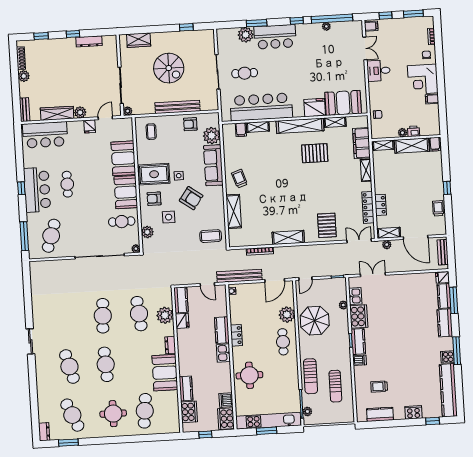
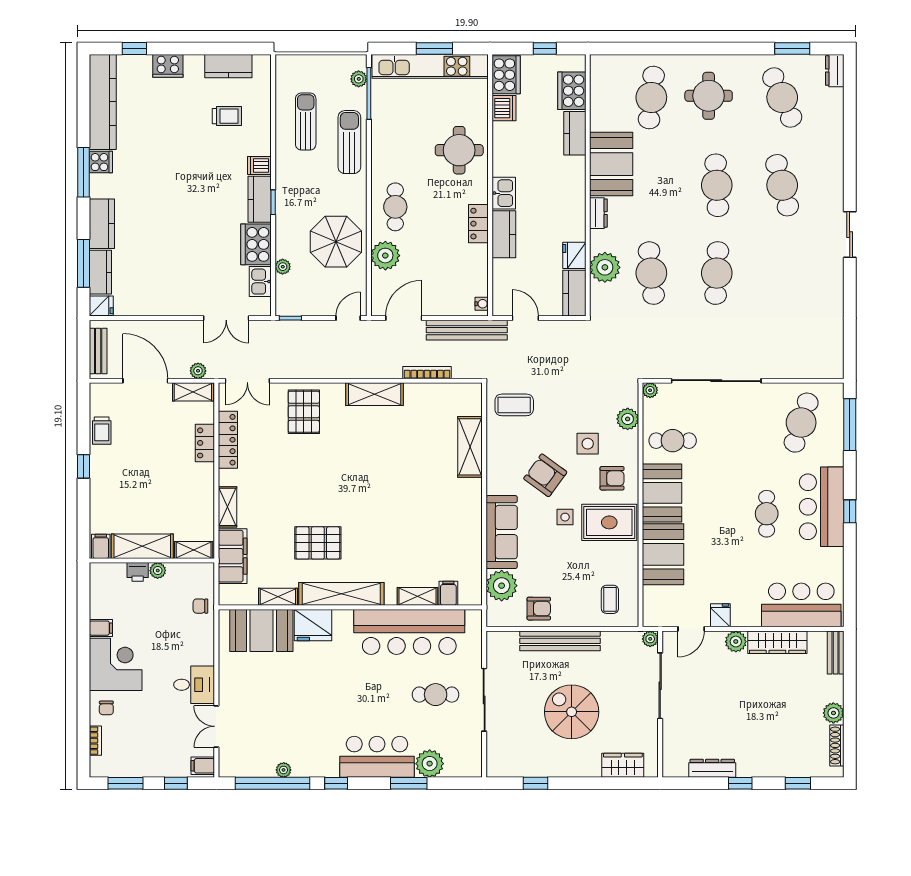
trolley: (239, 179) -> (456, 505), removed

